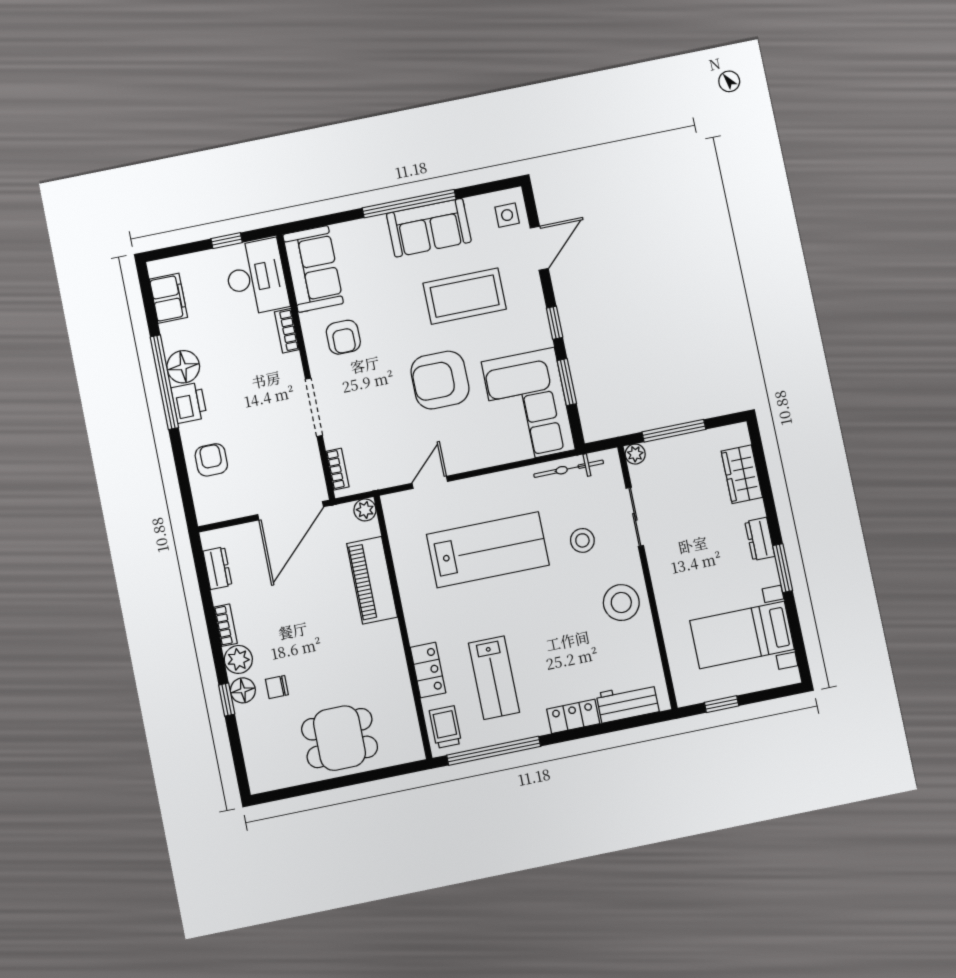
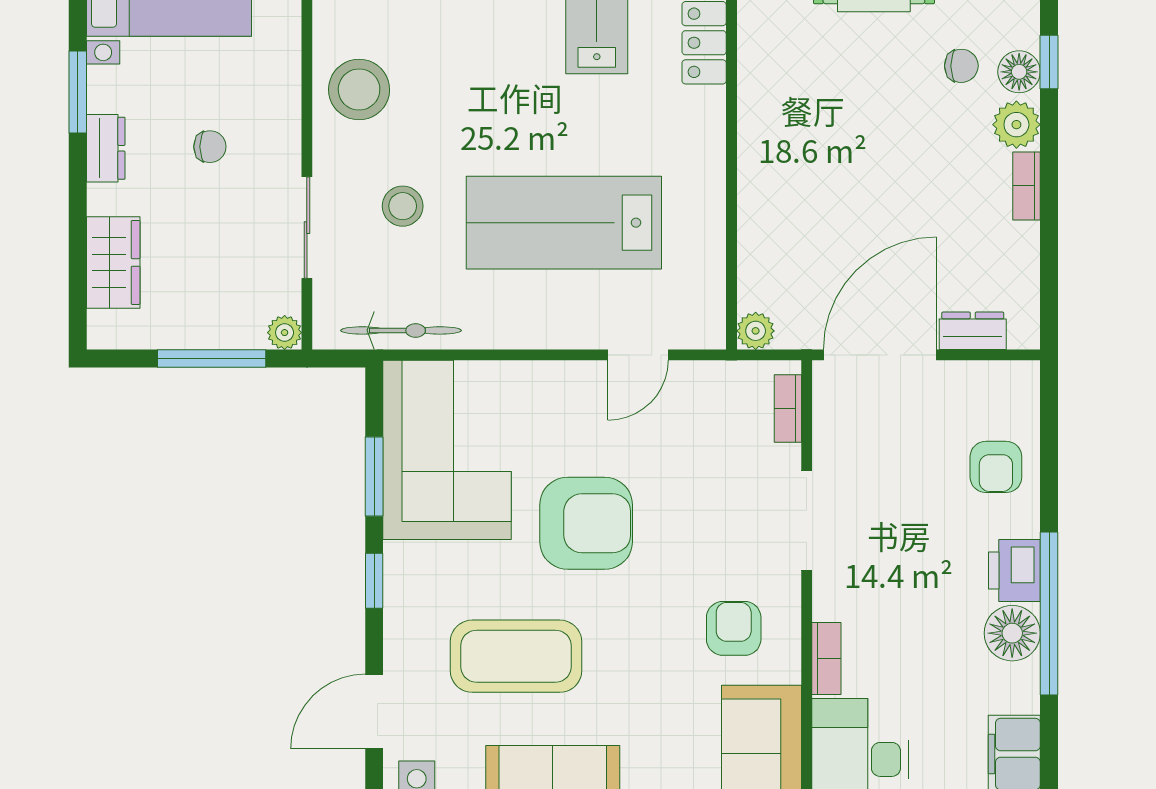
chair: (700, 552) -> (210, 147), added
dresser: (217, 568) -> (973, 331), moved, turned 90
piano: (372, 580) -> (767, 211), removed

